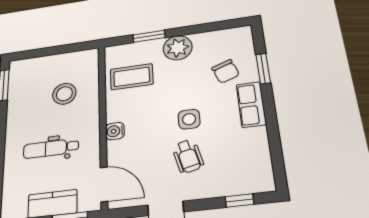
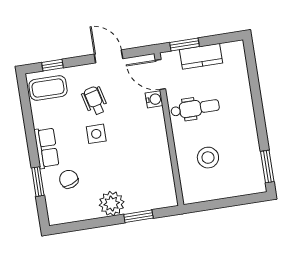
coffee table: (132, 77) -> (48, 88), moved
water cooler: (115, 131) -> (154, 99), moved
dental chair: (51, 148) -> (195, 108), moved

